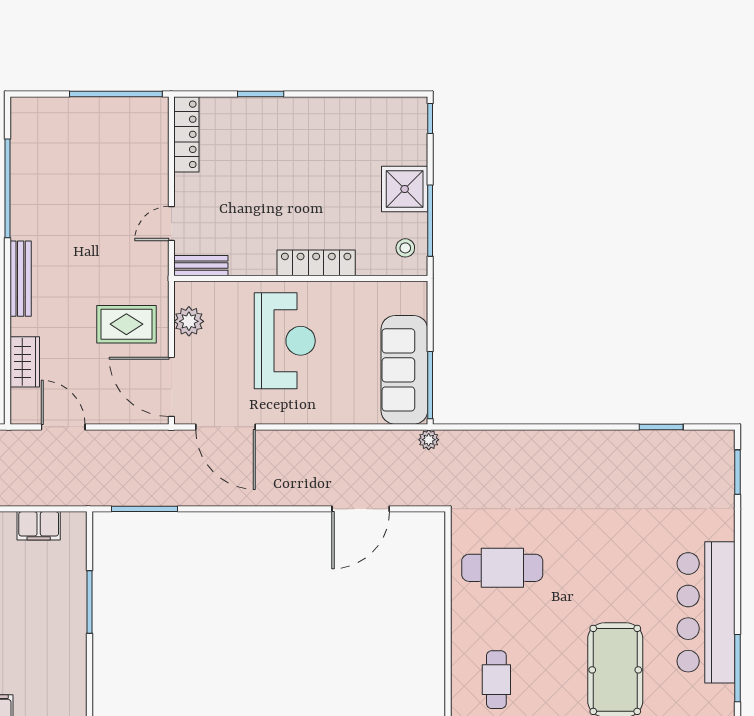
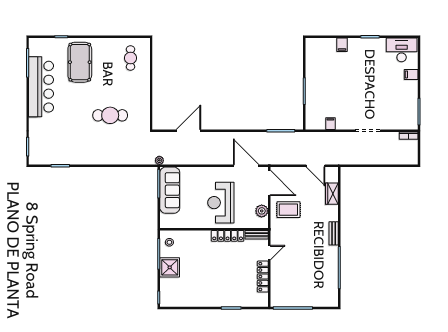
locker: (186, 134) -> (263, 277), moved
locker: (316, 263) -> (228, 236), moved
bench: (21, 279) -> (334, 233), width x0.73
filing cabinet: (39, 526) -> (330, 124), width x0.50
cafe table: (502, 568) -> (110, 115), moved

